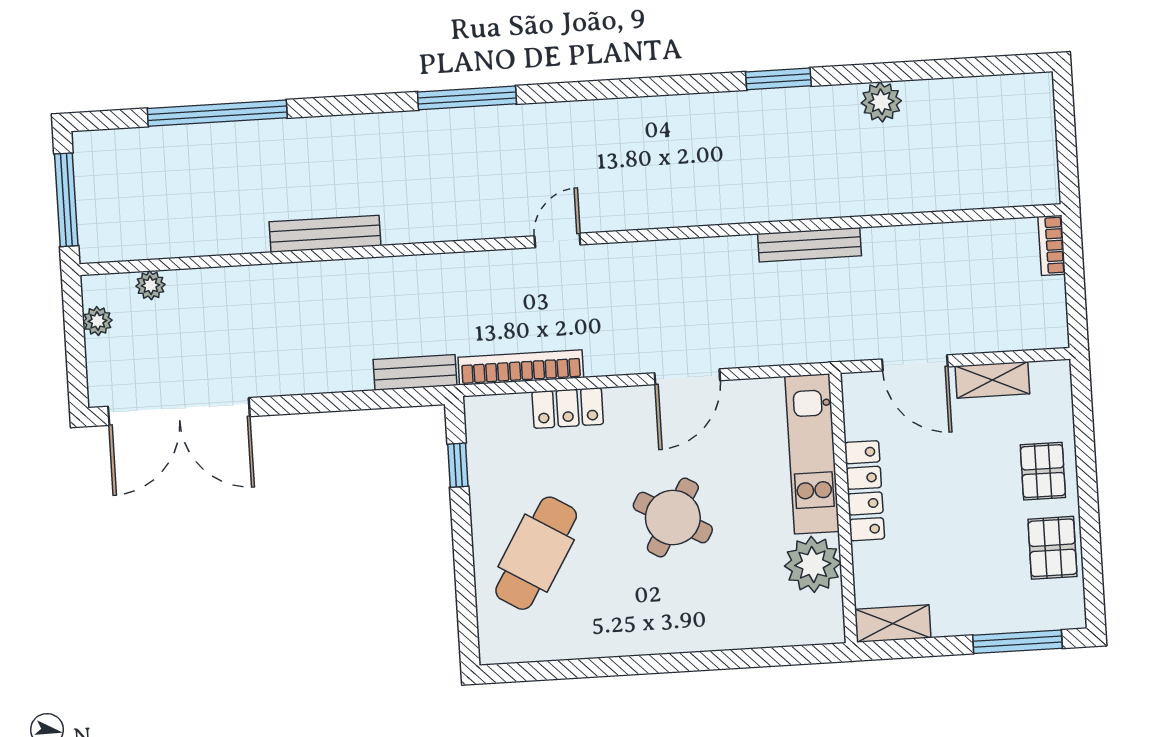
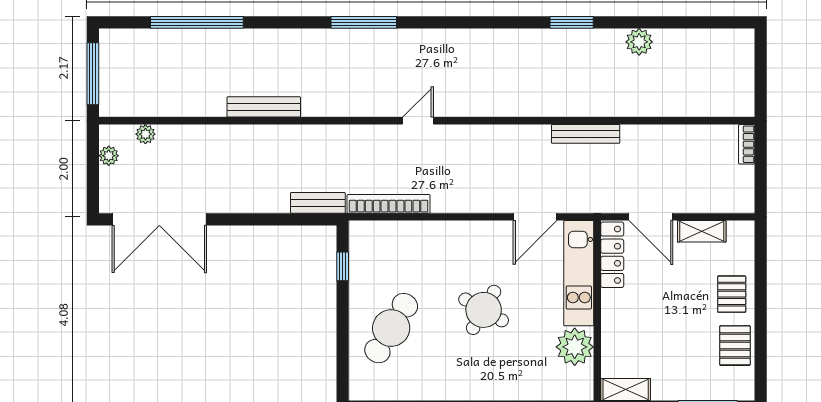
door: (687, 377) -> (535, 217), moved
locker: (568, 408) -> (418, 233), removed
locker: (865, 491) -> (612, 255), moved

